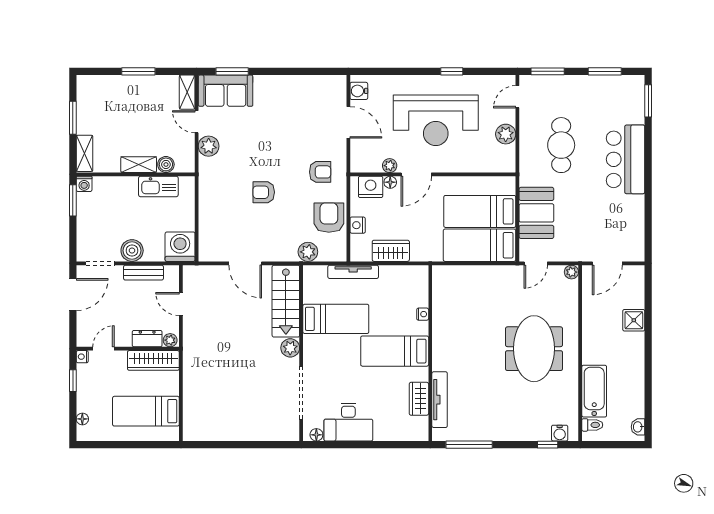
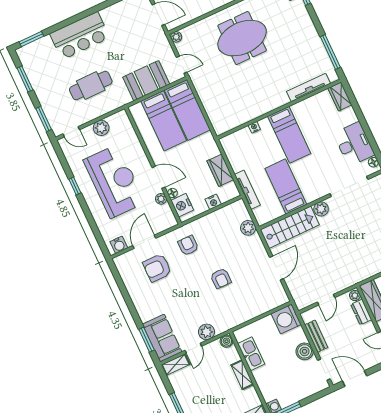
boiler: (166, 164) -> (226, 341), moved
armchair: (329, 218) -> (157, 268), moved
wardrobe: (419, 399) -> (340, 96), moved, turned 90

